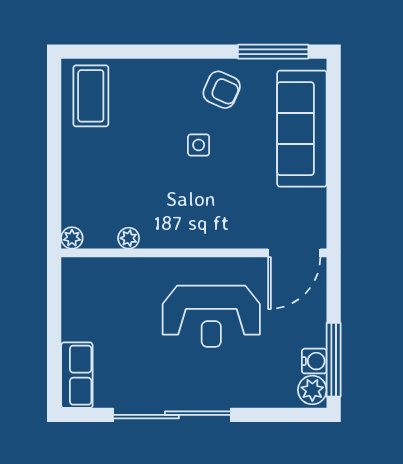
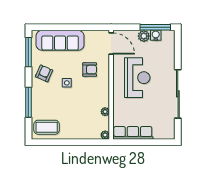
window: (151, 52) -> (28, 102), added
armchair: (231, 201) -> (90, 70), added
row of seats: (77, 375) -> (133, 133), moved, width x1.48
plant: (312, 390) -> (144, 36), moved

